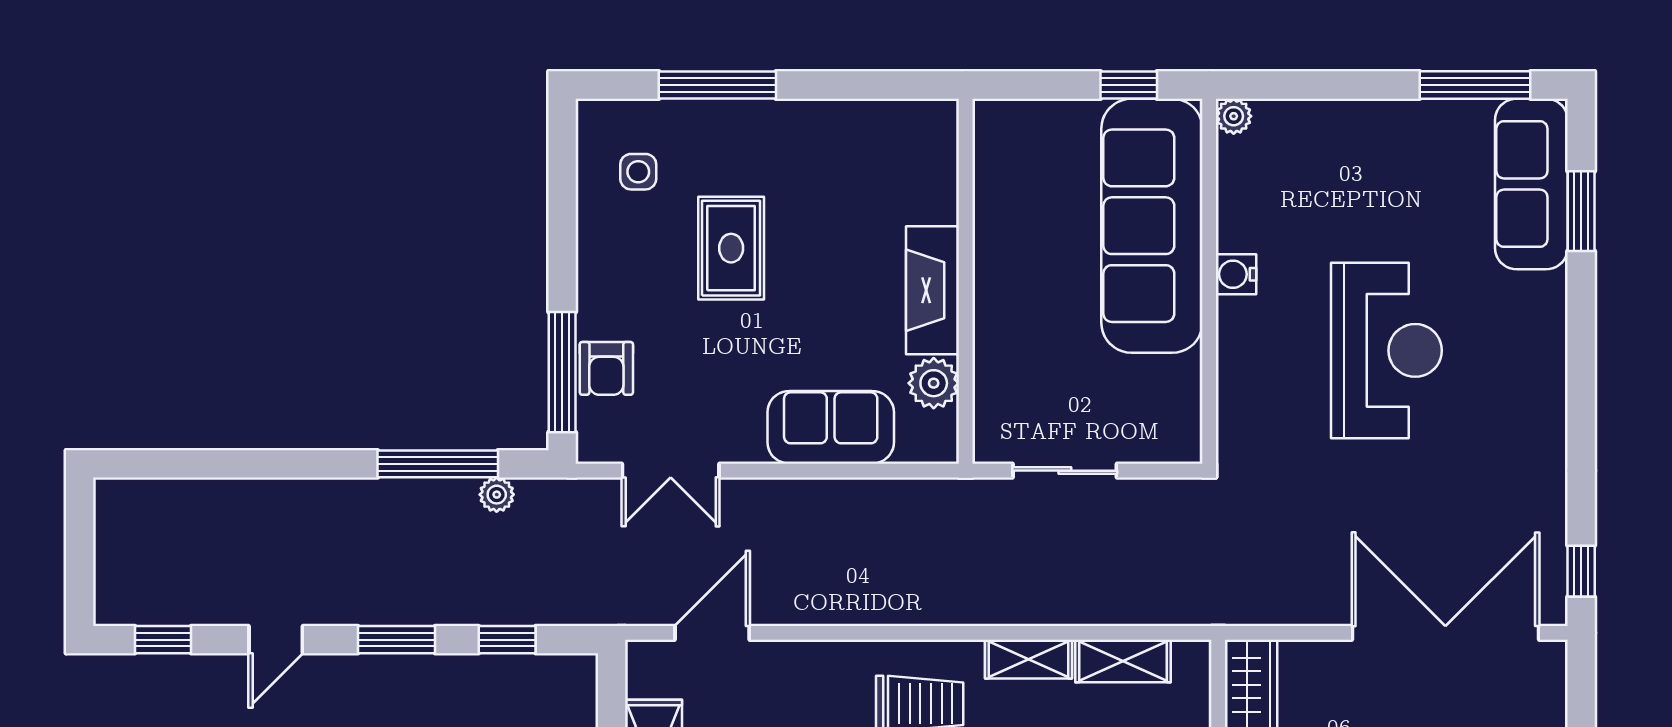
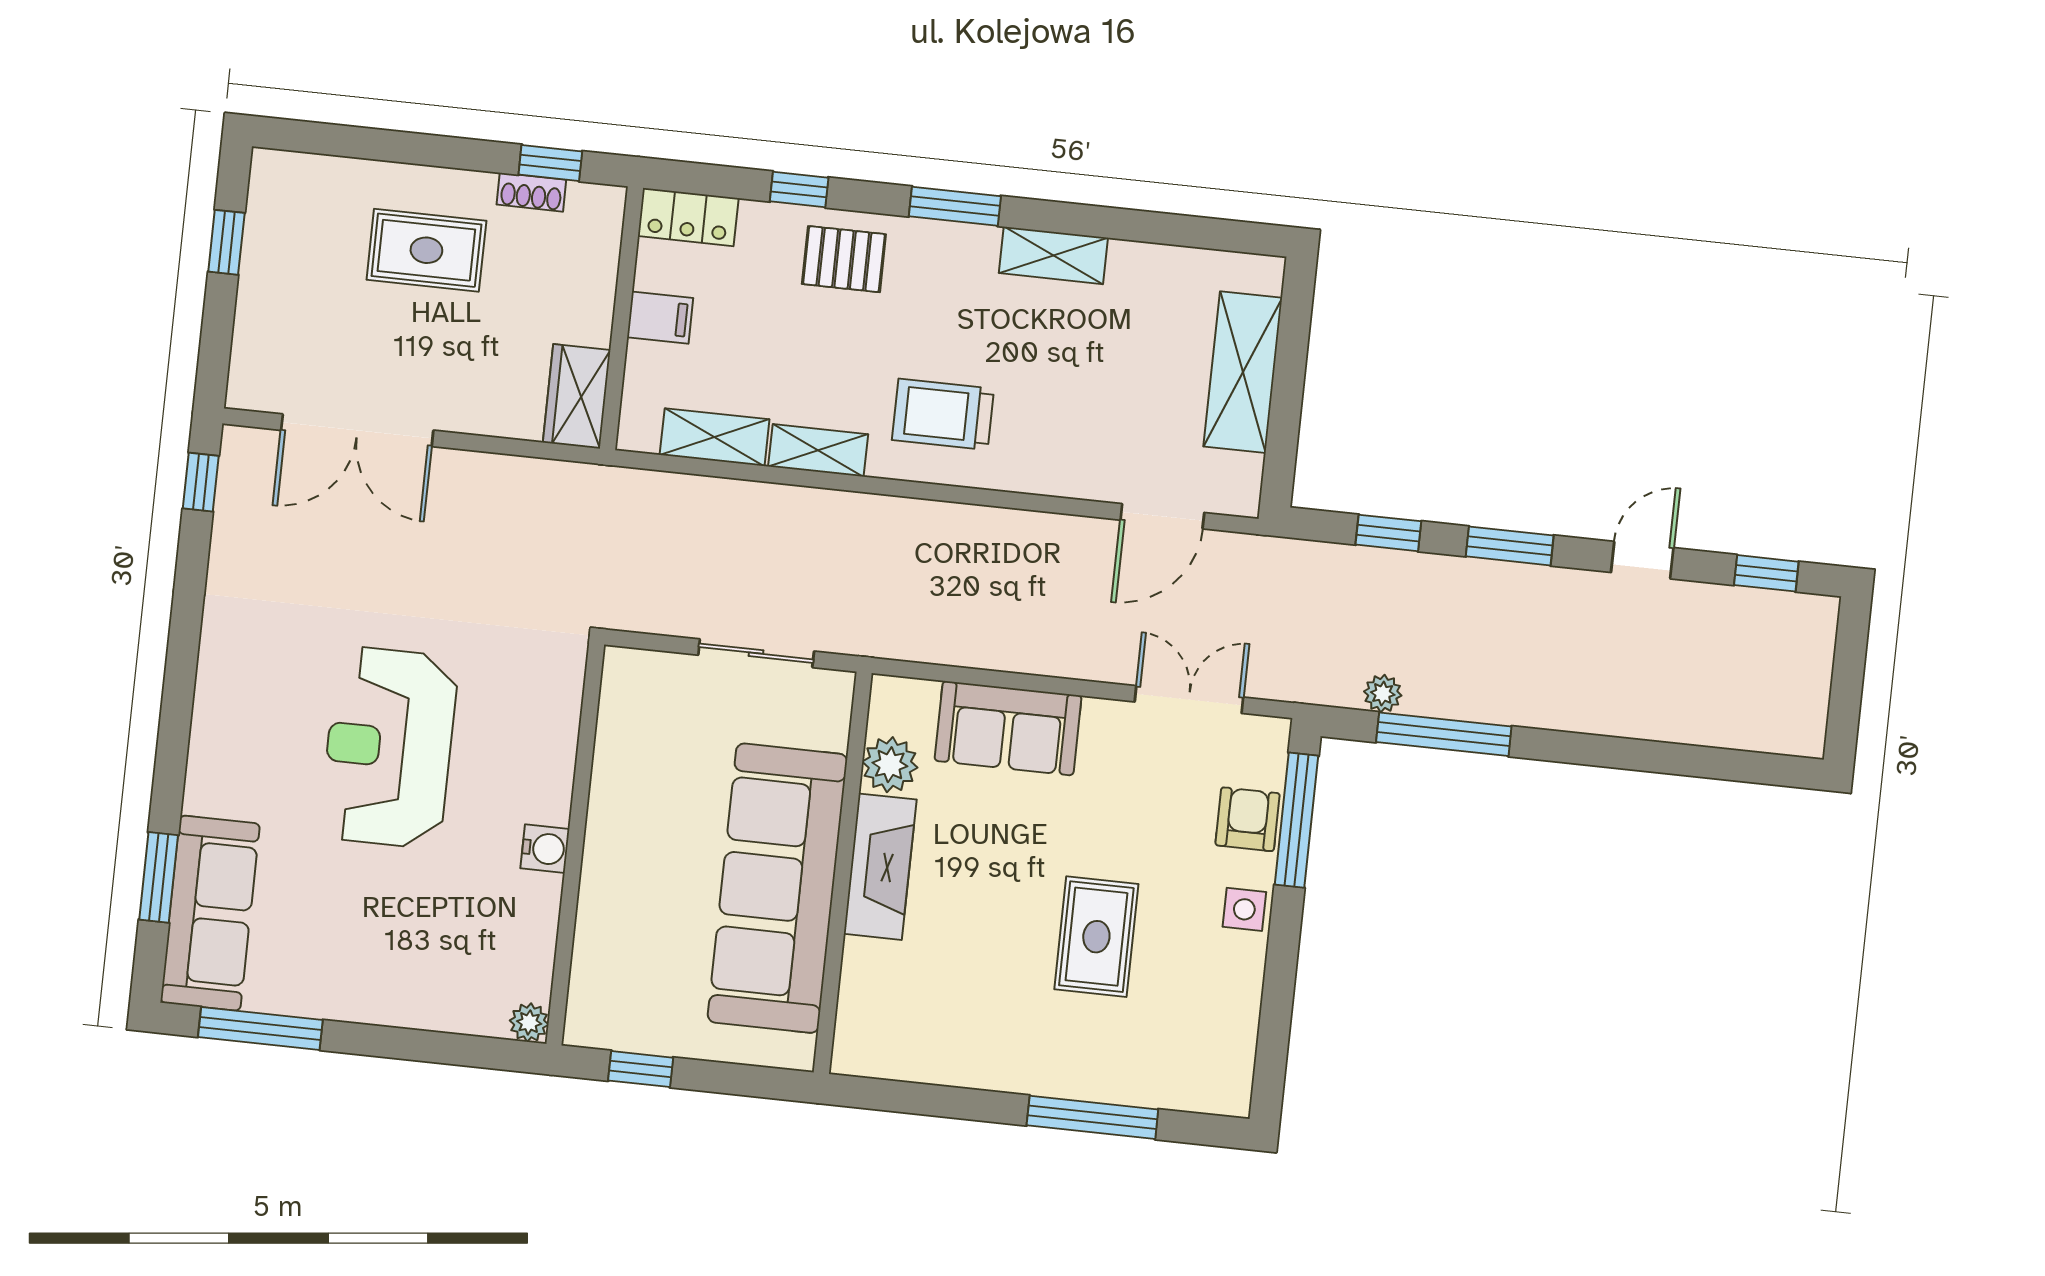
side table: (638, 172) -> (1244, 909), moved
sofa: (1152, 226) -> (777, 888), moved, turned 180
double door: (1445, 633) -> (357, 430), width x0.73

